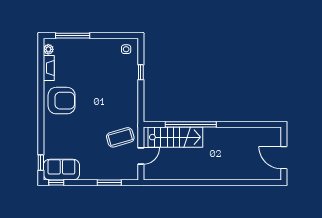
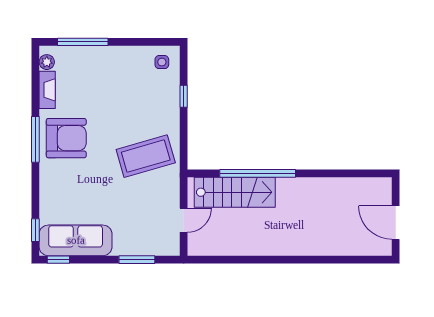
window: (41, 101) -> (35, 139), added
coffee table: (120, 137) -> (146, 156), moved, width x1.36, depth x1.32
sofa: (61, 170) -> (76, 240), width x1.36

